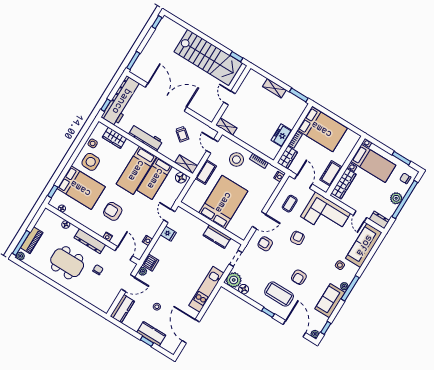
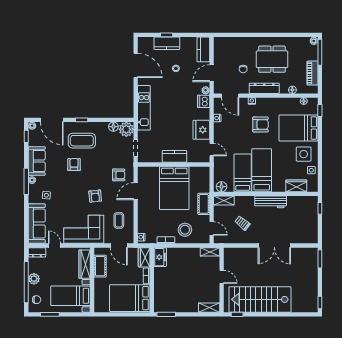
shelving: (274, 88) -> (209, 308), moved
double door: (166, 97) -> (274, 245), width x0.73
workbench: (121, 101) -> (309, 220), removed
freezer: (282, 135) -> (160, 257), moved
fridge: (168, 234) -> (201, 130), width x1.88, depth x1.34
kitchen counter: (217, 237) -> (174, 156), moved
piano: (32, 240) -> (312, 73), moved

